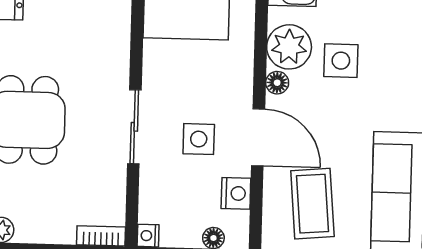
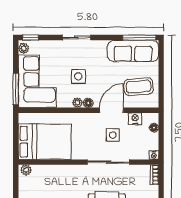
plant: (289, 47) -> (78, 103), width x0.53, depth x0.53
sliding door: (134, 127) -> (108, 162), width x1.37

